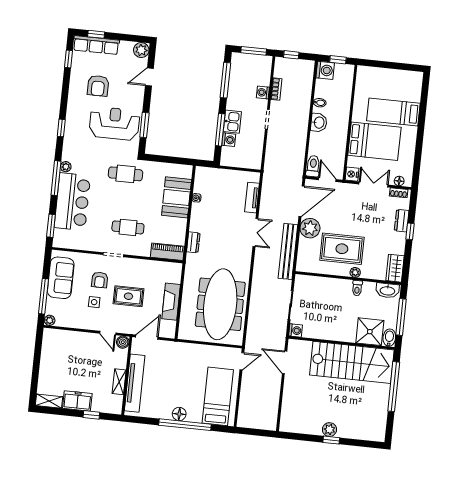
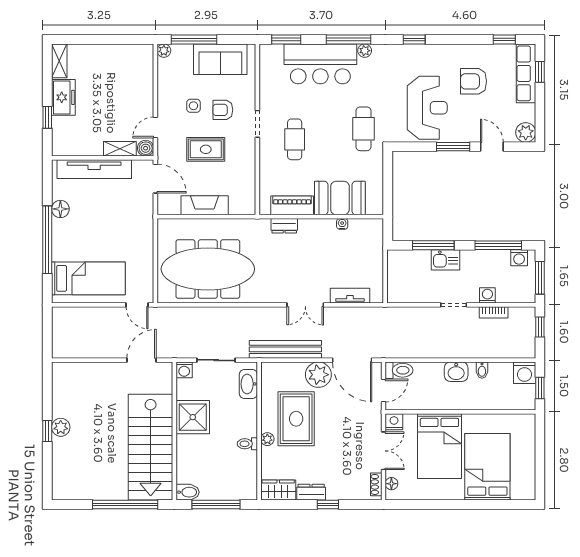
bed: (393, 112) -> (487, 467), width x1.50
window: (144, 125) -> (453, 147), moved
washing machine: (229, 140) -> (519, 258), moved
dresser: (402, 221) -> (311, 492), moved
piano: (167, 252) -> (292, 205), moved, turned -90
washbasin: (387, 290) -> (248, 384), moved
rug: (128, 296) -> (206, 149), turned 90
shower: (370, 332) -> (193, 417), moved
shelving: (119, 382) -> (120, 149), moved
floor lamp: (179, 414) -> (60, 209), moved

